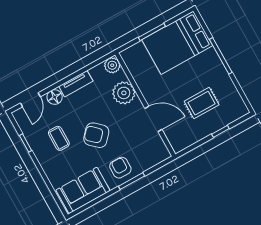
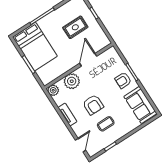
floor lamp: (55, 97) -> (77, 129), removed
door: (30, 100) -> (80, 145), hinge flipped
rug: (202, 103) -> (75, 27), turned 90
armchair: (96, 135) -> (93, 105), moved, turned -43

